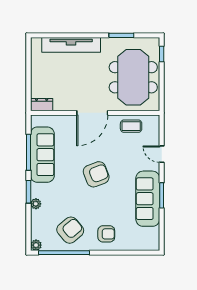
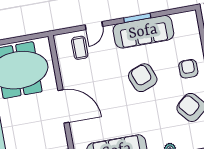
coffee table: (131, 126) -> (80, 48), moved
armchair: (96, 174) -> (143, 78), moved

